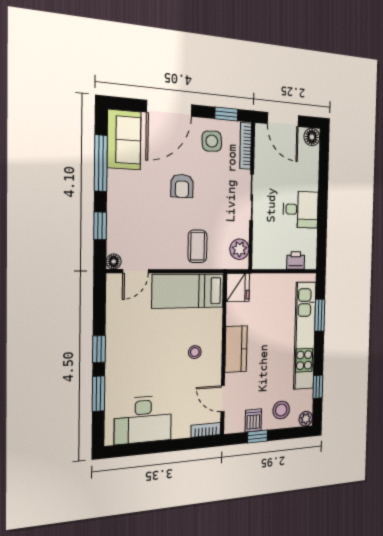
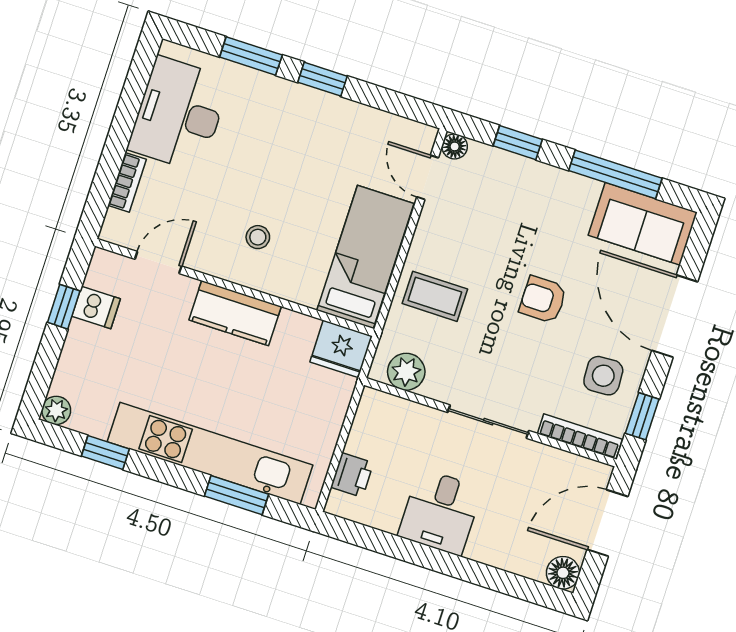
stool: (281, 410) -> (93, 366), removed
bookcase: (206, 430) -> (127, 182), moved

